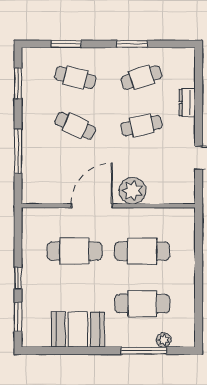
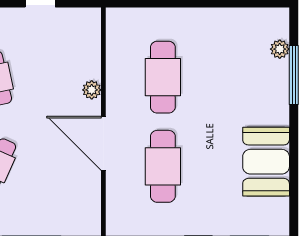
plant: (133, 191) -> (92, 90), width x0.53, depth x0.53
cafe table: (142, 304) -> (232, 77), removed

